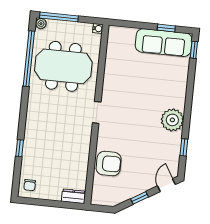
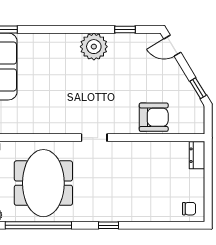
window: (20, 148) -> (109, 225), moved
armchair: (109, 164) -> (154, 117), turned 90
window: (139, 198) -> (198, 88), moved

